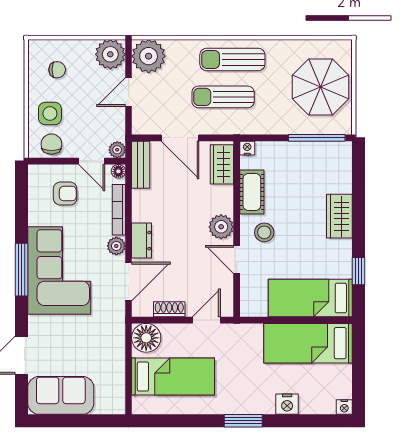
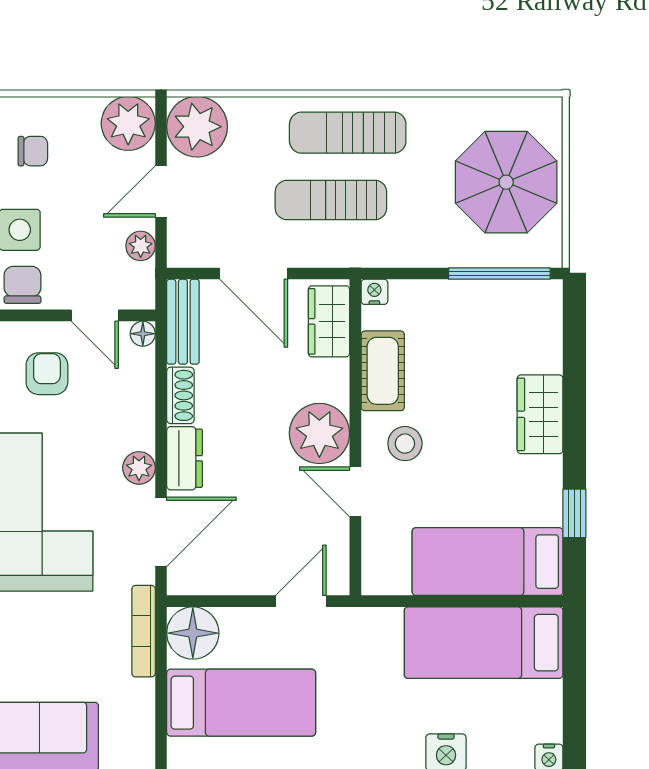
plant: (117, 150) -> (141, 246), moved
armchair: (65, 194) -> (47, 374), turned -90
bookcase: (119, 210) -> (144, 631), moved
plant: (221, 227) -> (319, 433), width x1.36, depth x1.36
shoe rack: (169, 309) -> (180, 395), moved, turned 90

